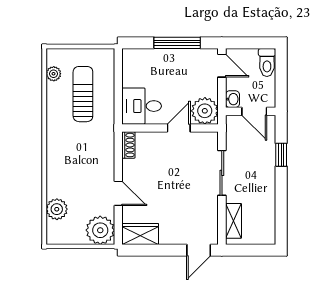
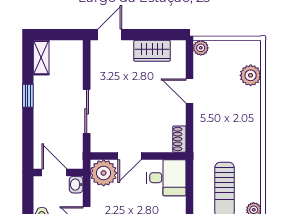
window: (281, 155) -> (28, 96), moved
shelving: (233, 221) -> (41, 58), moved
plant: (100, 230) -> (201, 48), width x0.53, depth x0.53
wardrobe: (140, 234) -> (152, 51), moved

